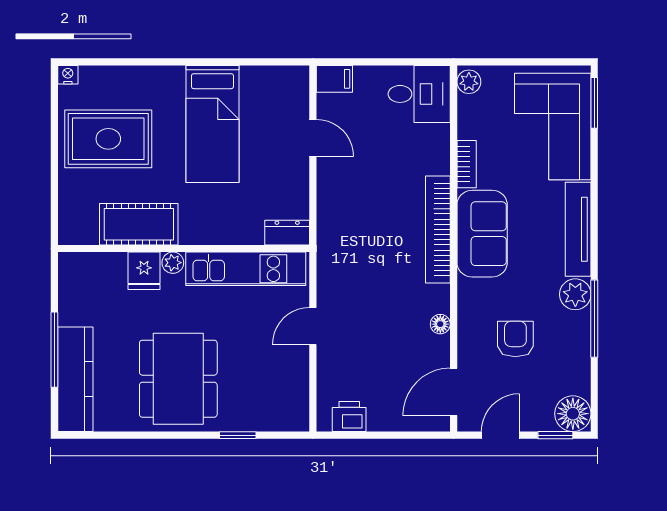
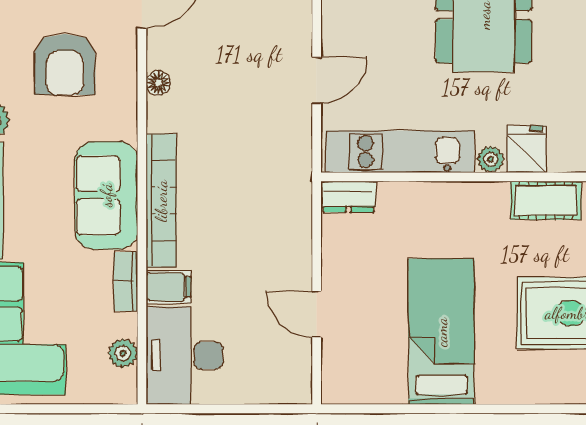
filing cabinet: (334, 79) -> (169, 287), moved, turned 180
plant: (469, 82) -> (123, 353), moved
desk: (419, 94) -> (185, 356), width x1.37
cot: (139, 224) -> (546, 200), width x0.73, depth x0.75
armchair: (515, 339) -> (65, 64), width x1.38, depth x1.38

